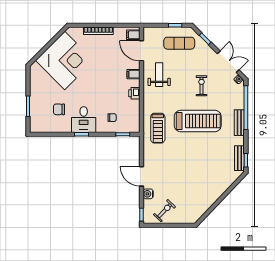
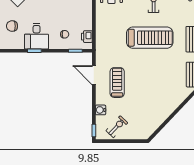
printer: (134, 93) -> (87, 37), moved
treadmill: (158, 128) -> (117, 83), moved, turned 180
door: (141, 176) -> (94, 75), moved

